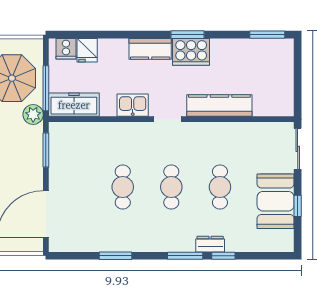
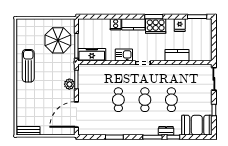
cooker: (66, 49) -> (116, 24), moved
fridge: (87, 50) -> (180, 25), moved
kitchen counter: (219, 106) -> (177, 55), width x0.67
plant: (33, 115) -> (69, 84), moved
booth: (276, 201) -> (197, 125), moved, turned 90

